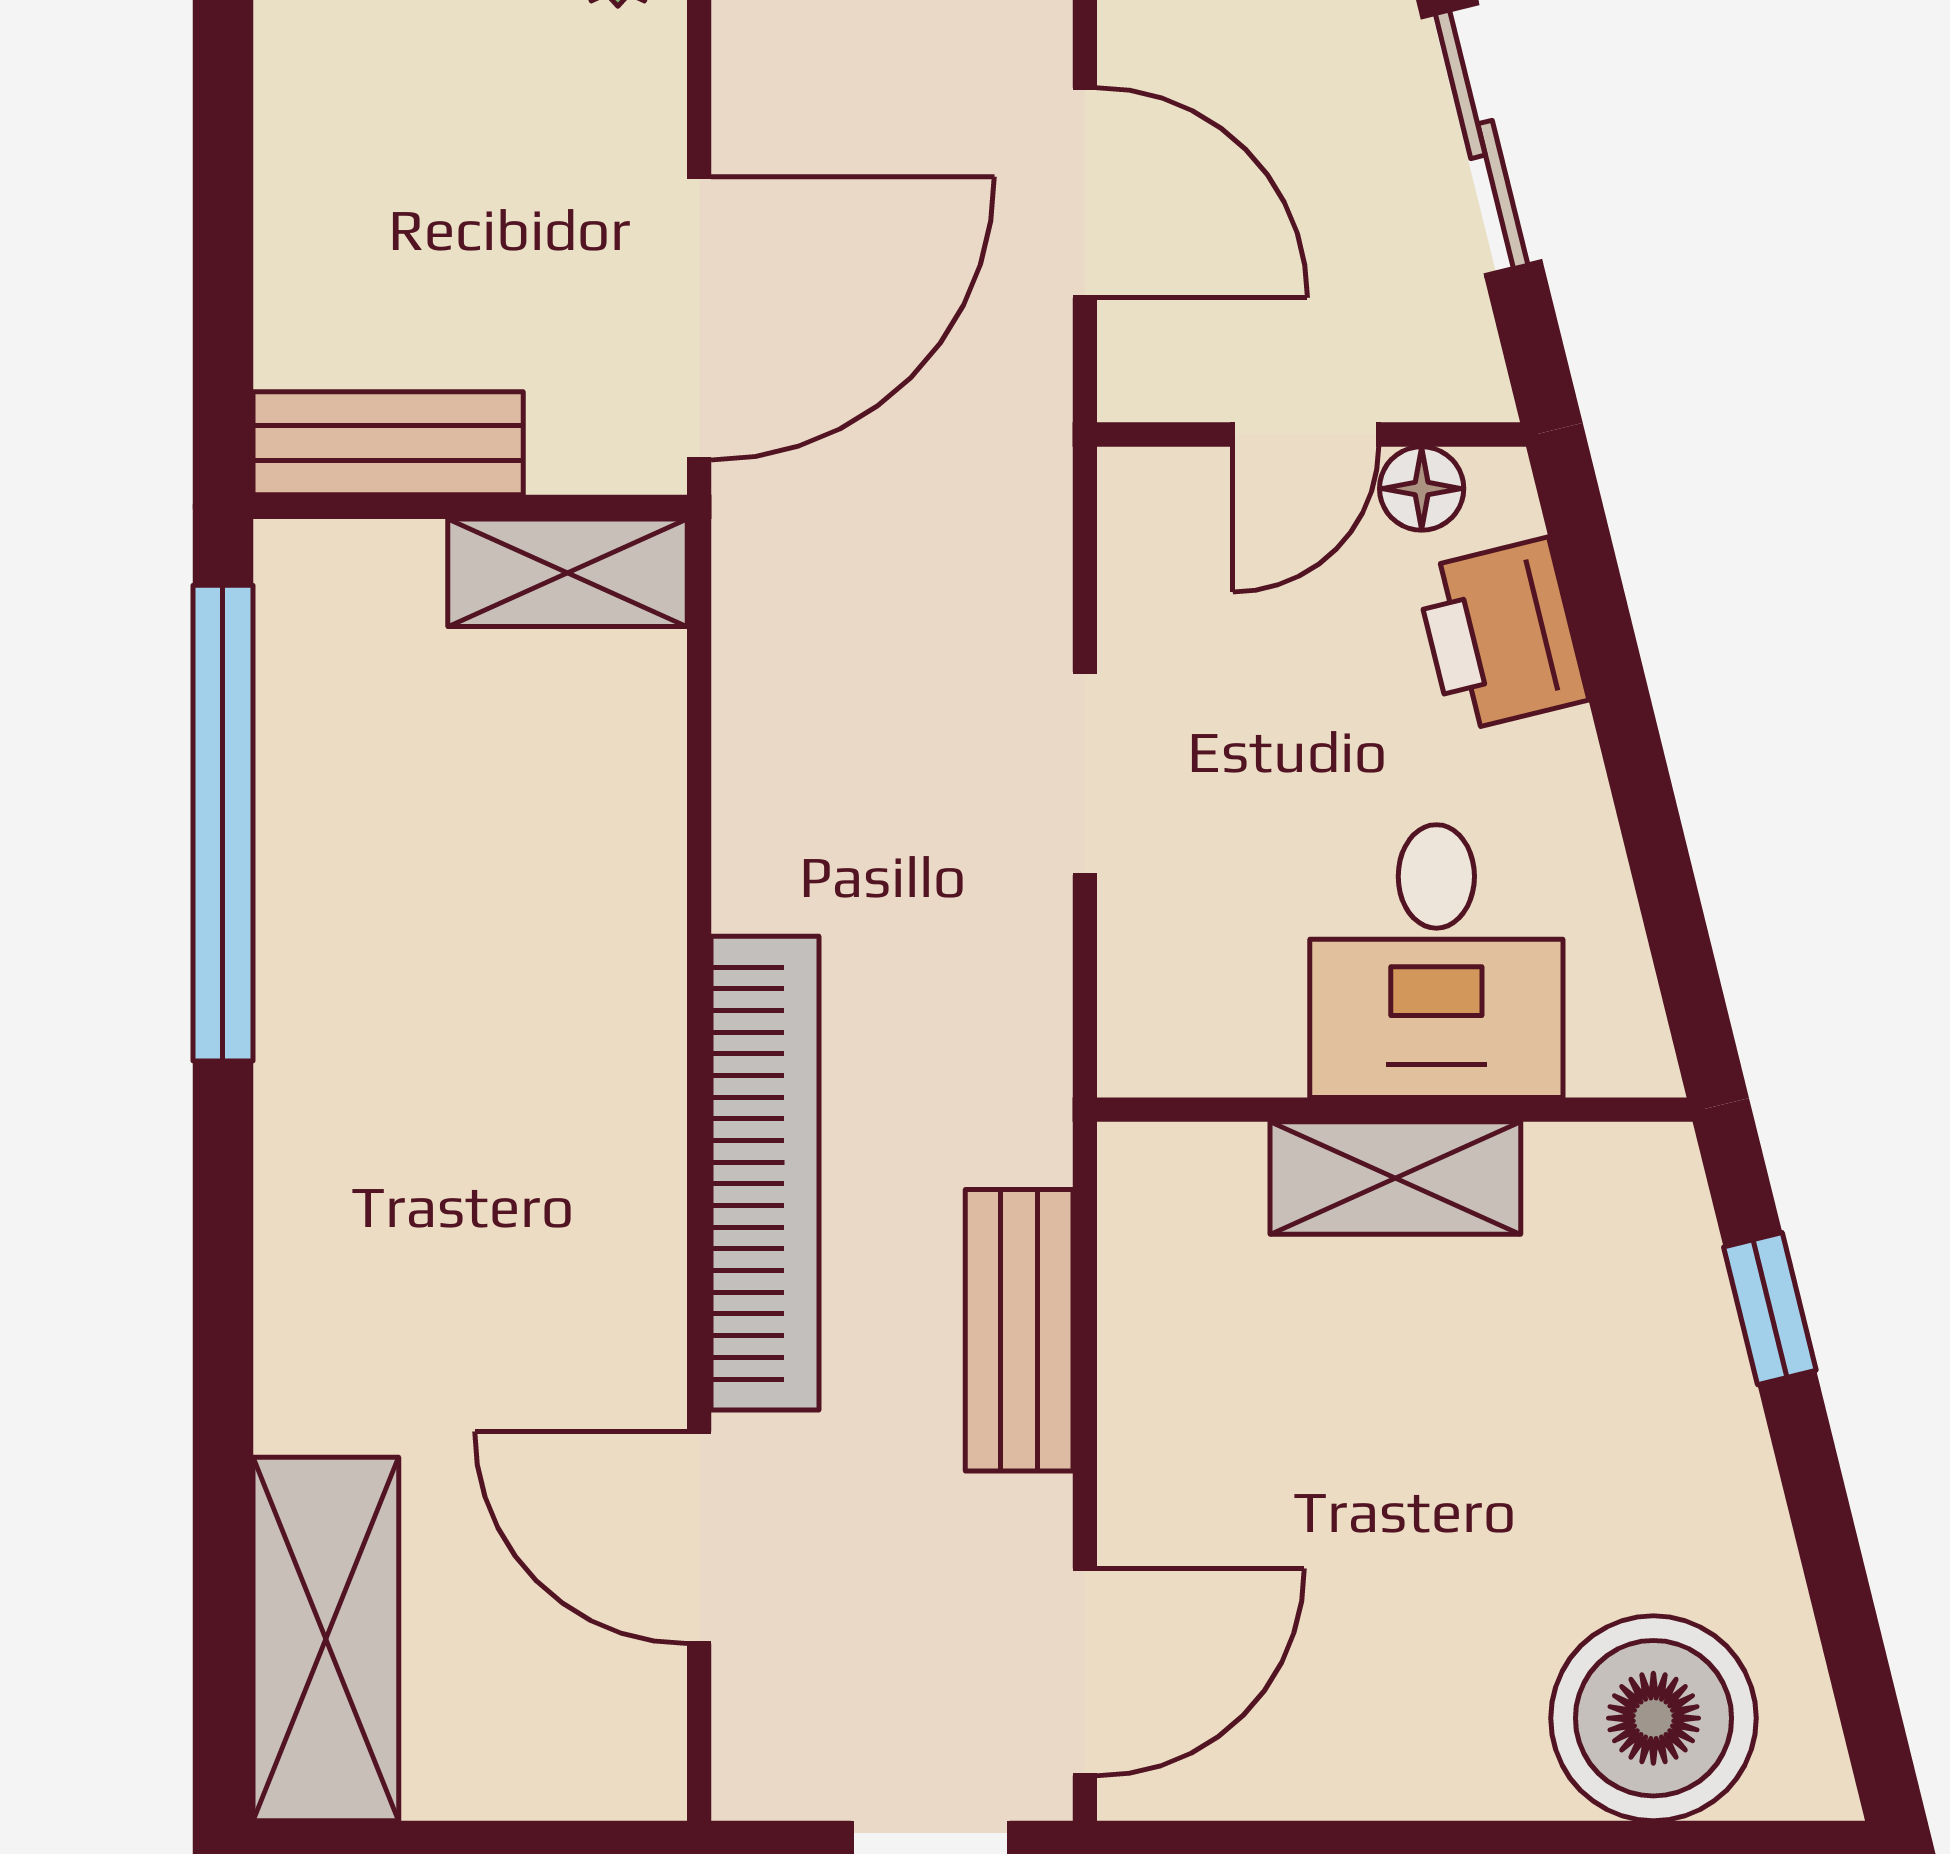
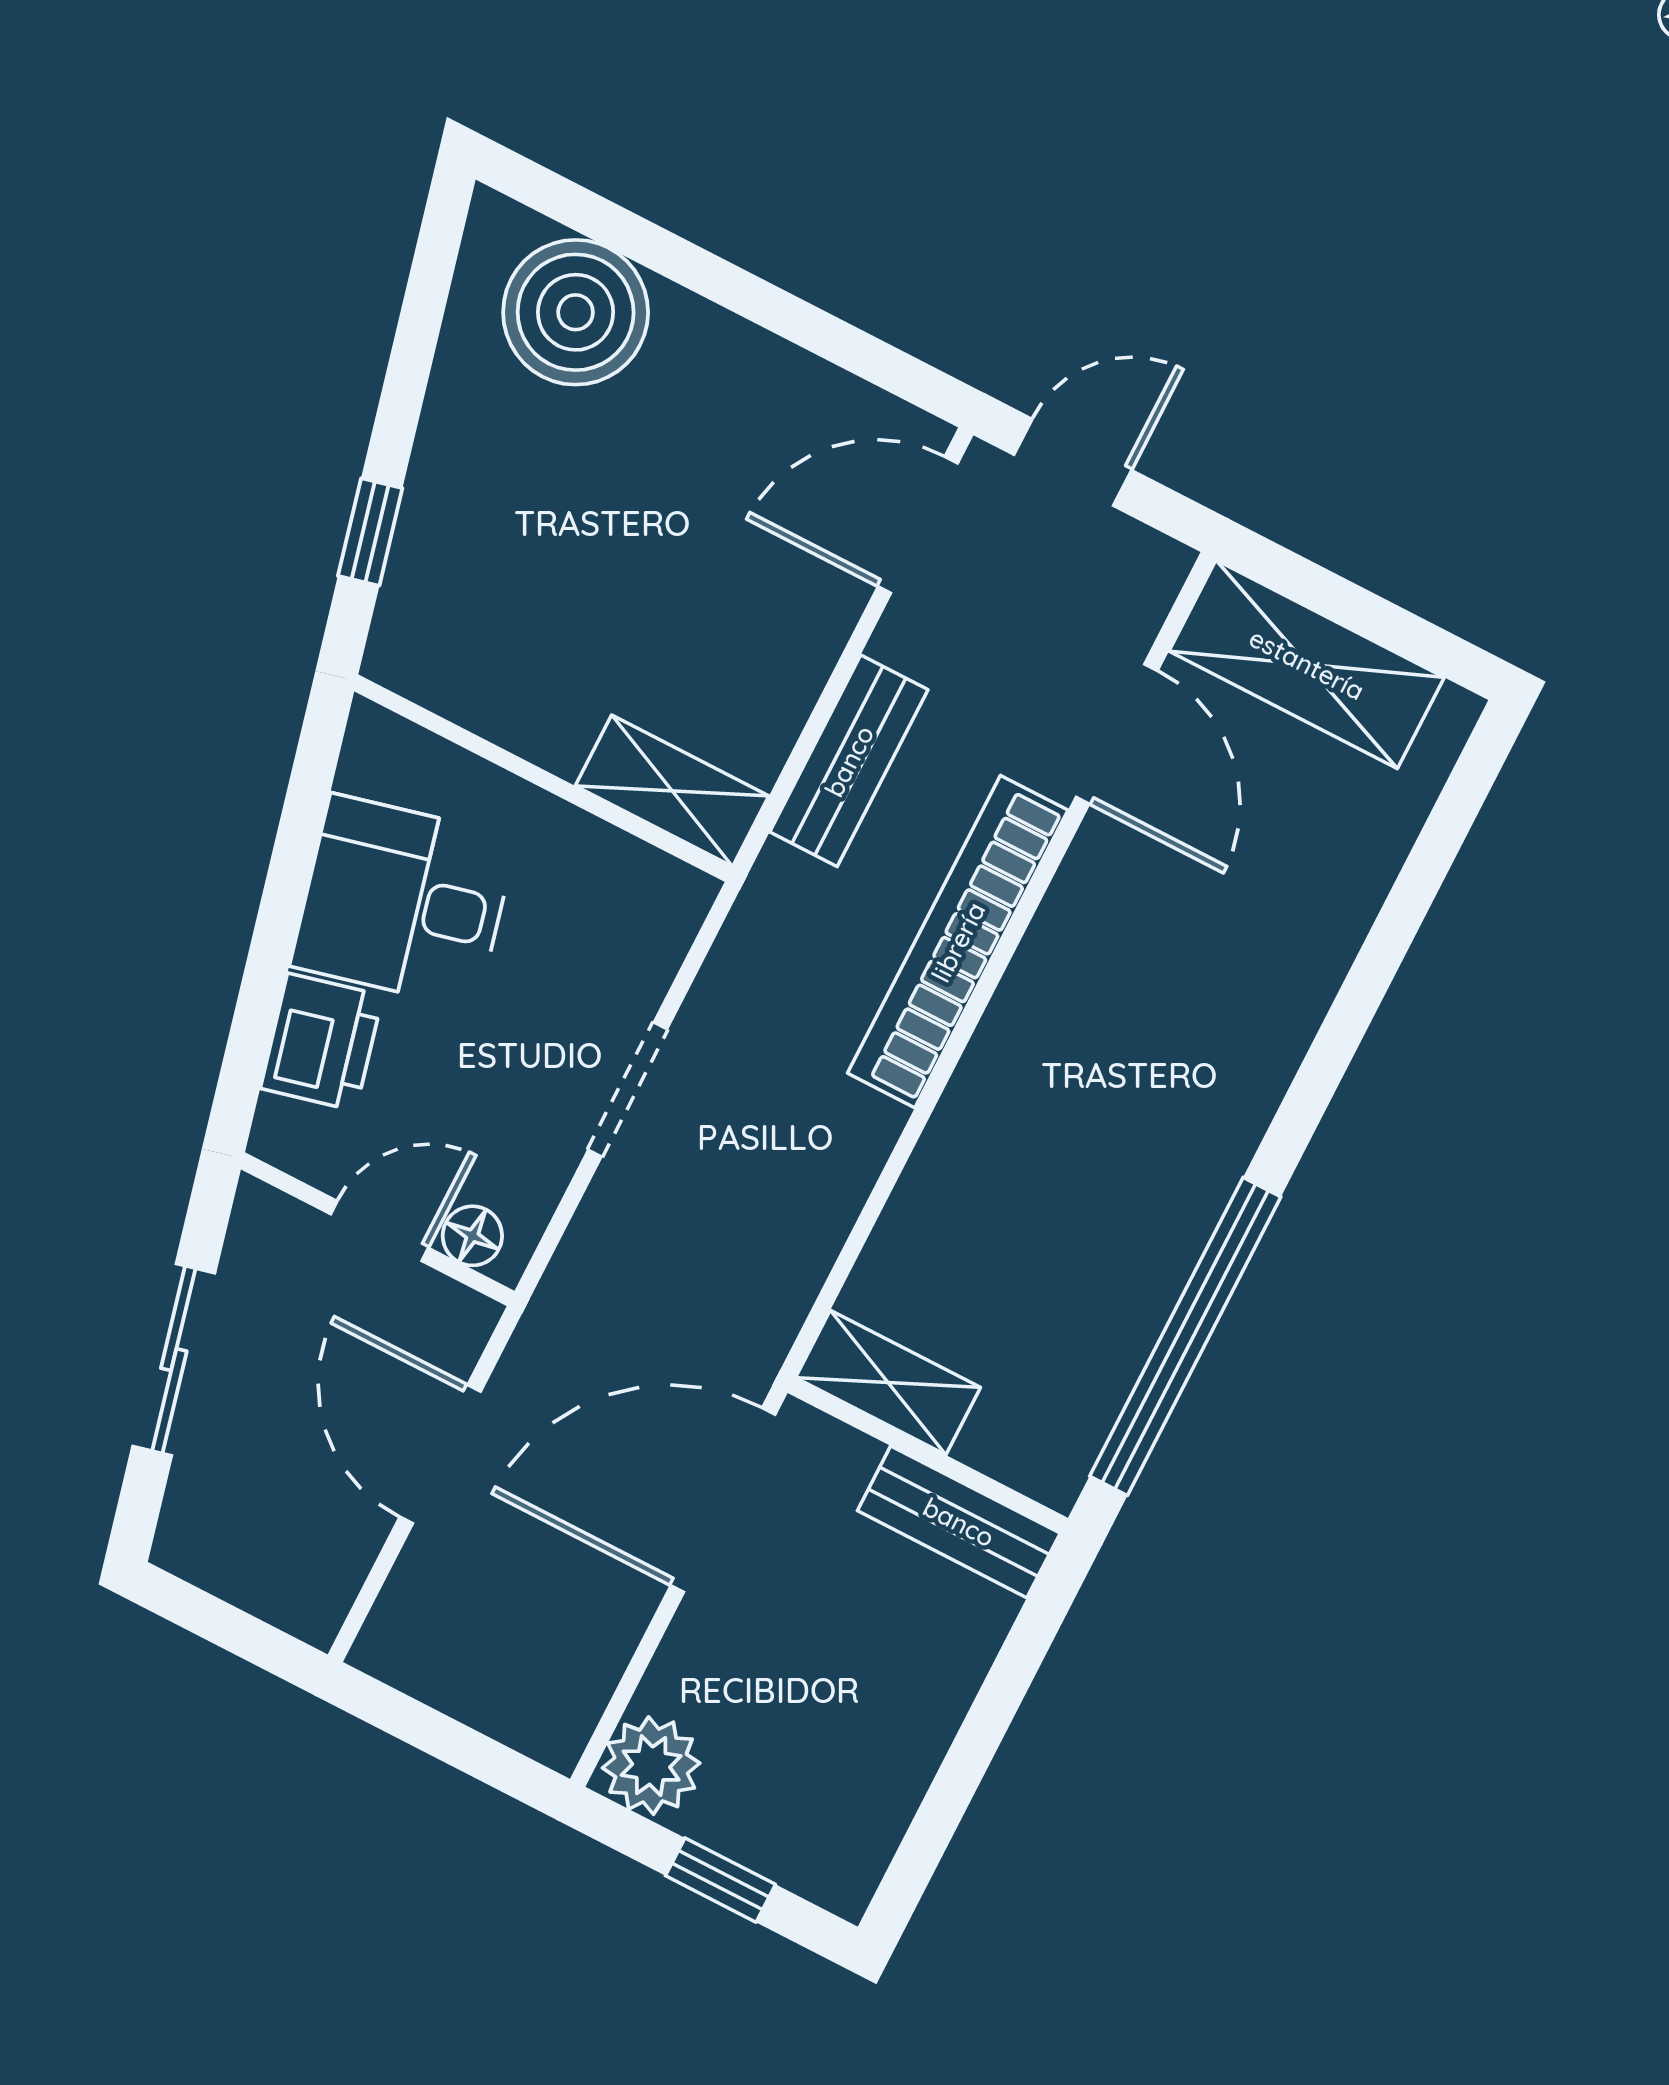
floor lamp: (1422, 489) -> (472, 1236), moved
desk: (1436, 961) -> (403, 901), moved, turned -104
shelving: (1395, 1178) -> (672, 791), moved
shelving: (326, 1639) -> (1307, 664), moved, turned 90

